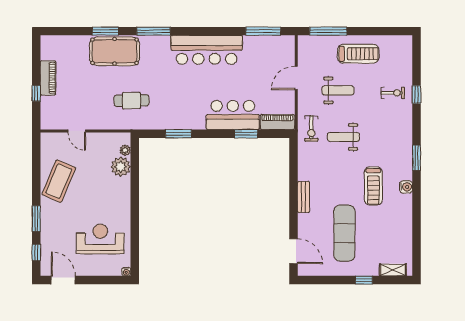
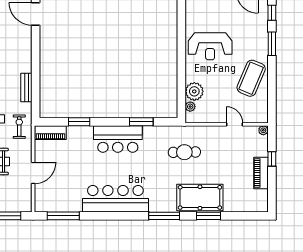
bar counter: (233, 115) -> (118, 139), moved
plant: (46, 124) -> (263, 130), added
bench: (303, 197) -> (26, 88), moved
reception desk: (100, 239) -> (210, 46), moved

